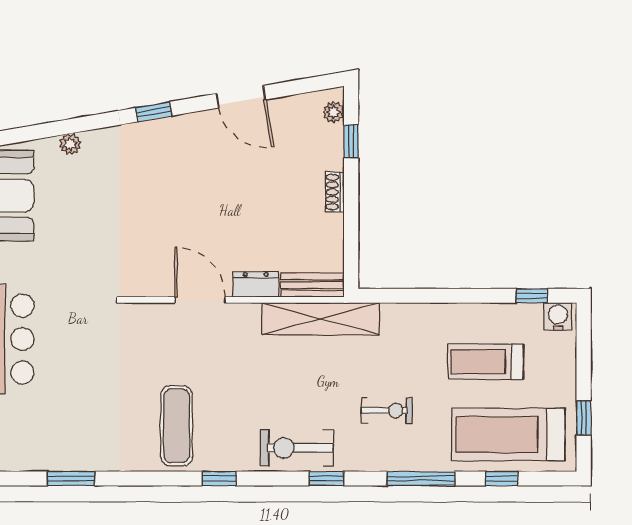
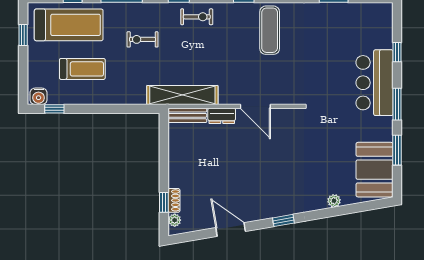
shoe rack: (335, 192) -> (174, 200), moved
exercise bike: (297, 448) -> (197, 17), width x0.73, depth x0.72

